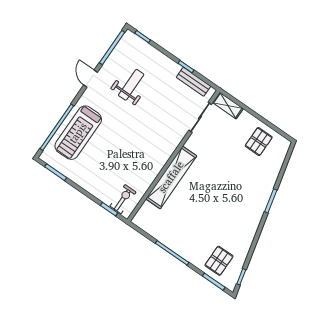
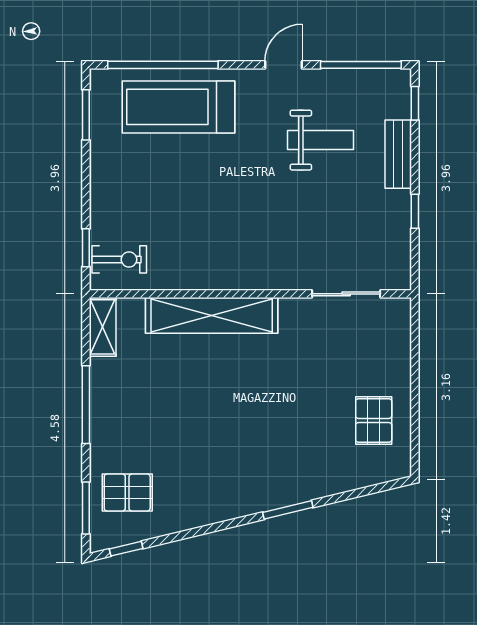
bench: (194, 82) -> (398, 154), moved
shelving: (228, 106) -> (103, 327), moved
pallet: (259, 142) -> (374, 420), turned 90

